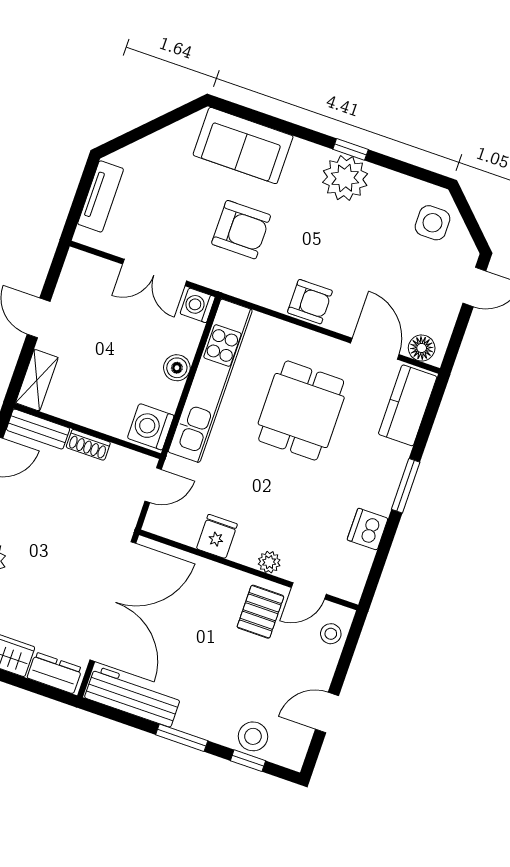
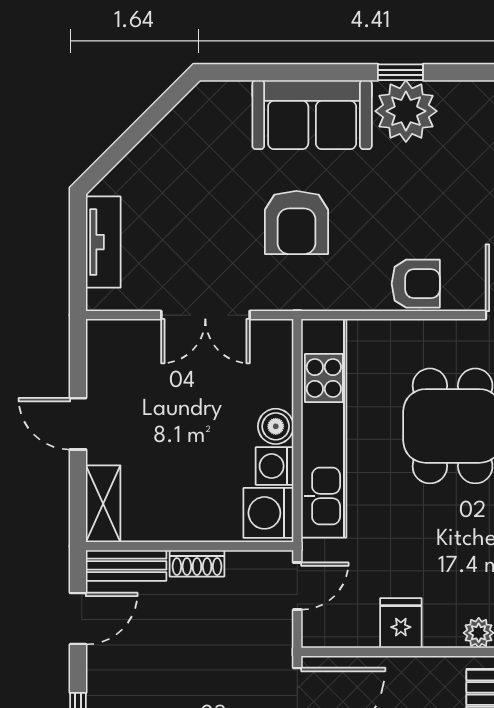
sofa: (243, 146) -> (312, 115), moved
armchair: (241, 230) -> (296, 222), turned 90
washing machine: (198, 305) -> (275, 466), moved

